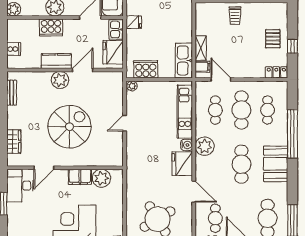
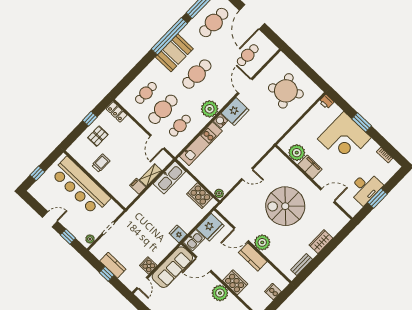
trolley: (235, 16) -> (101, 163), moved
filing cabinet: (203, 67) -> (138, 186), moved
window: (292, 134) -> (169, 36), moved
wardrobe: (14, 142) -> (321, 242), moved
desk: (20, 186) -> (365, 188), moved

